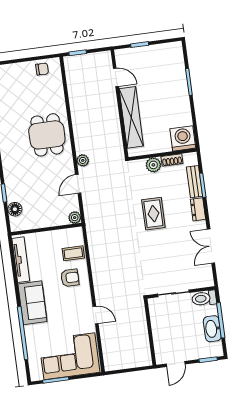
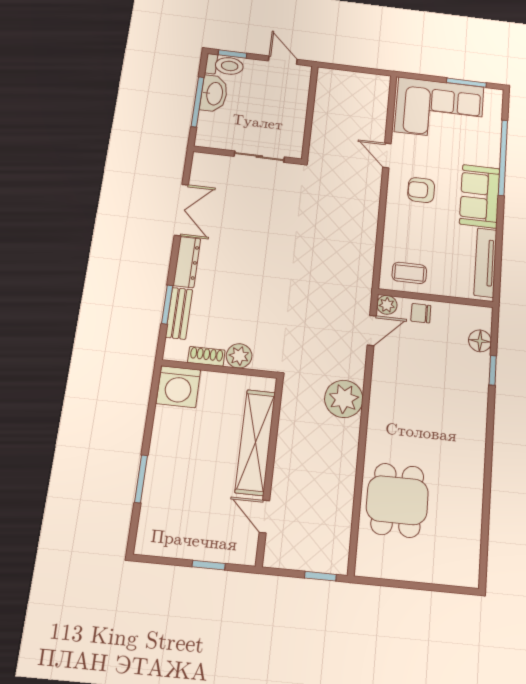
chair: (42, 69) -> (421, 313), moved
dining table: (47, 135) -> (397, 500), moved
plant: (83, 160) -> (344, 399), width x1.87, depth x1.87
door: (78, 184) -> (372, 330), moved
dresser: (198, 209) -> (187, 262), width x1.44
rug: (153, 214) -> (259, 280), removed
coffee table: (73, 253) -> (409, 273), moved
armchair: (70, 278) -> (421, 190), moved
toilet: (204, 298) -> (224, 65), moved
door: (176, 364) -> (283, 60), hinge flipped

